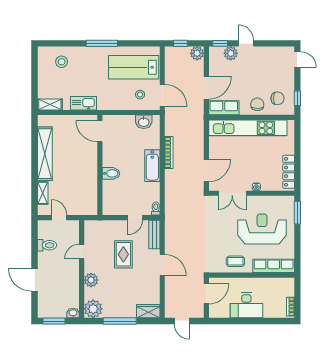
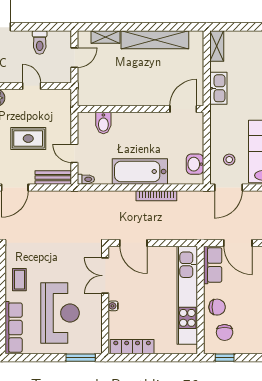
bathtub: (152, 166) -> (140, 172), width x1.36, depth x1.36
bidet: (111, 173) -> (103, 123), moved

